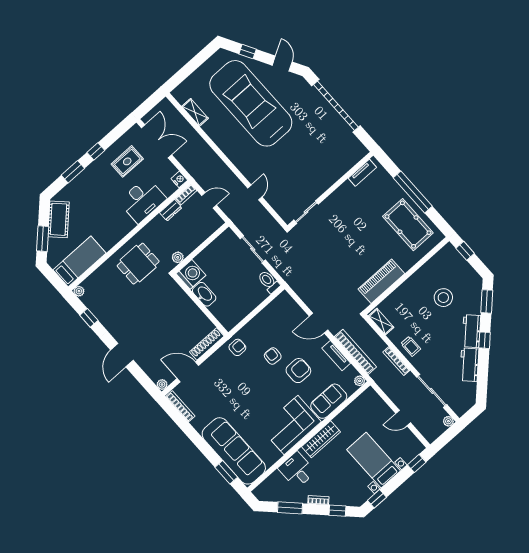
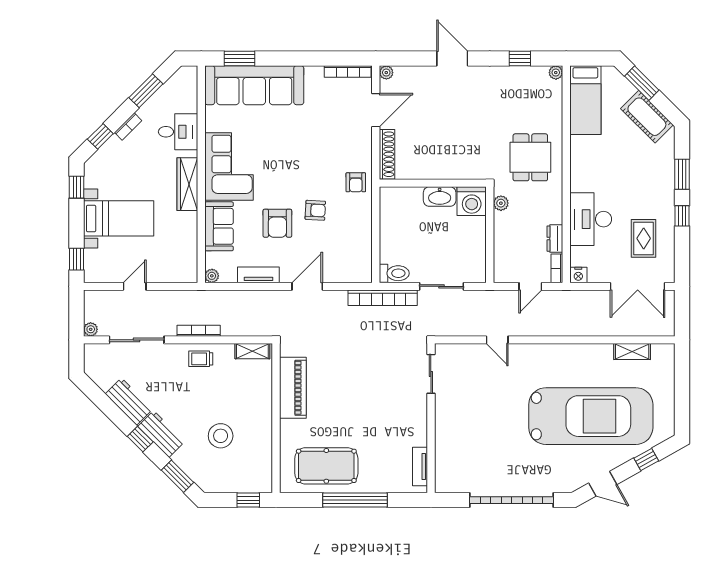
bookcase: (355, 352) -> (383, 298), moved

